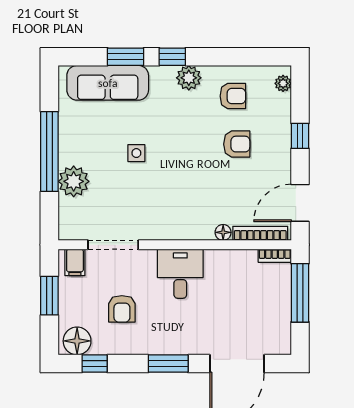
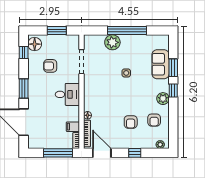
sofa: (108, 83) -> (161, 64), width x0.73
filing cabinet: (75, 262) -> (73, 127), moved

